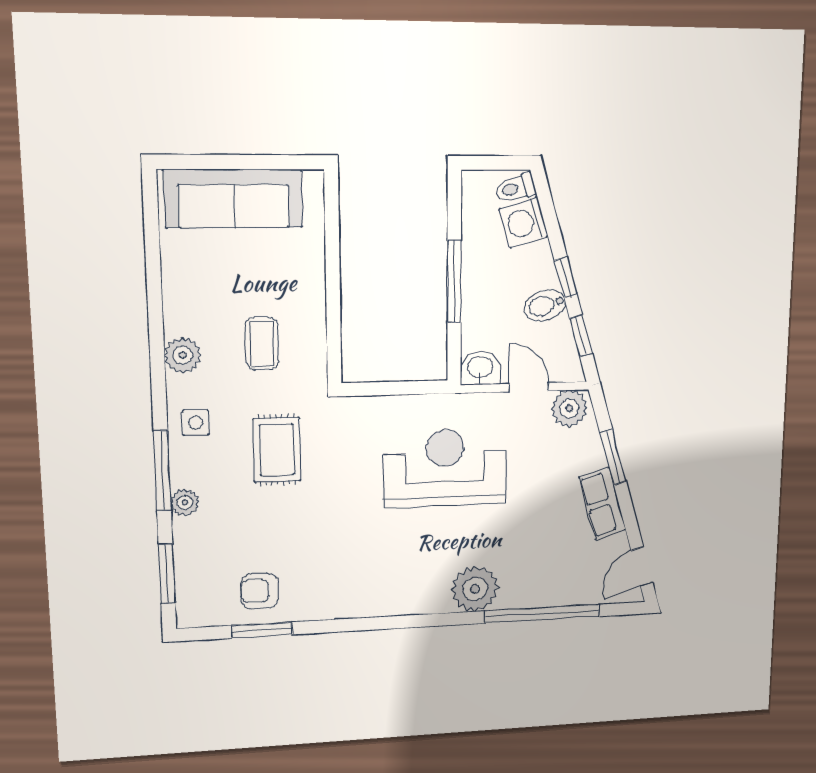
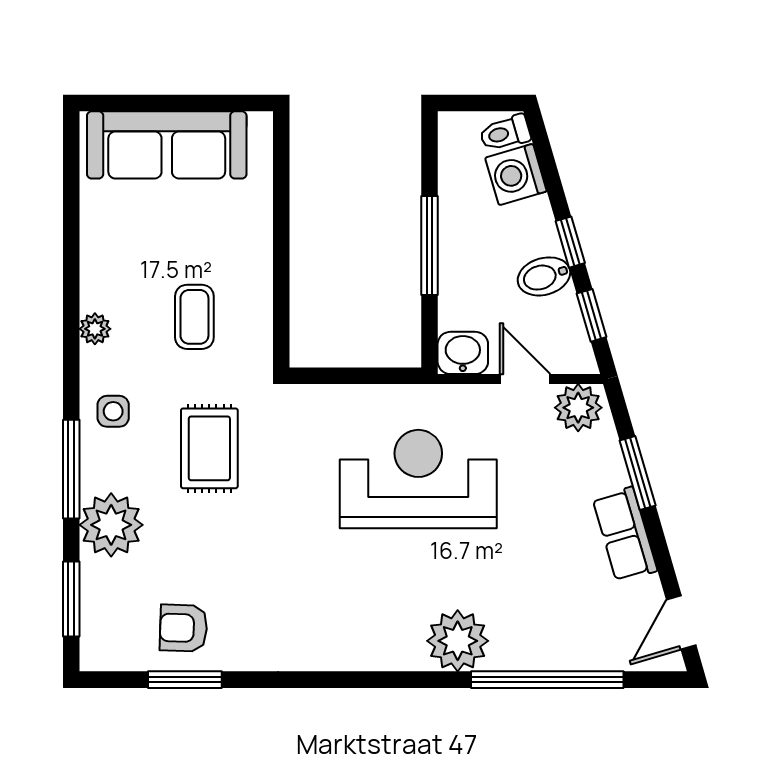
plant: (183, 355) -> (95, 329), width x0.73, depth x0.73
plant: (185, 502) -> (111, 525), width x1.88, depth x1.88

